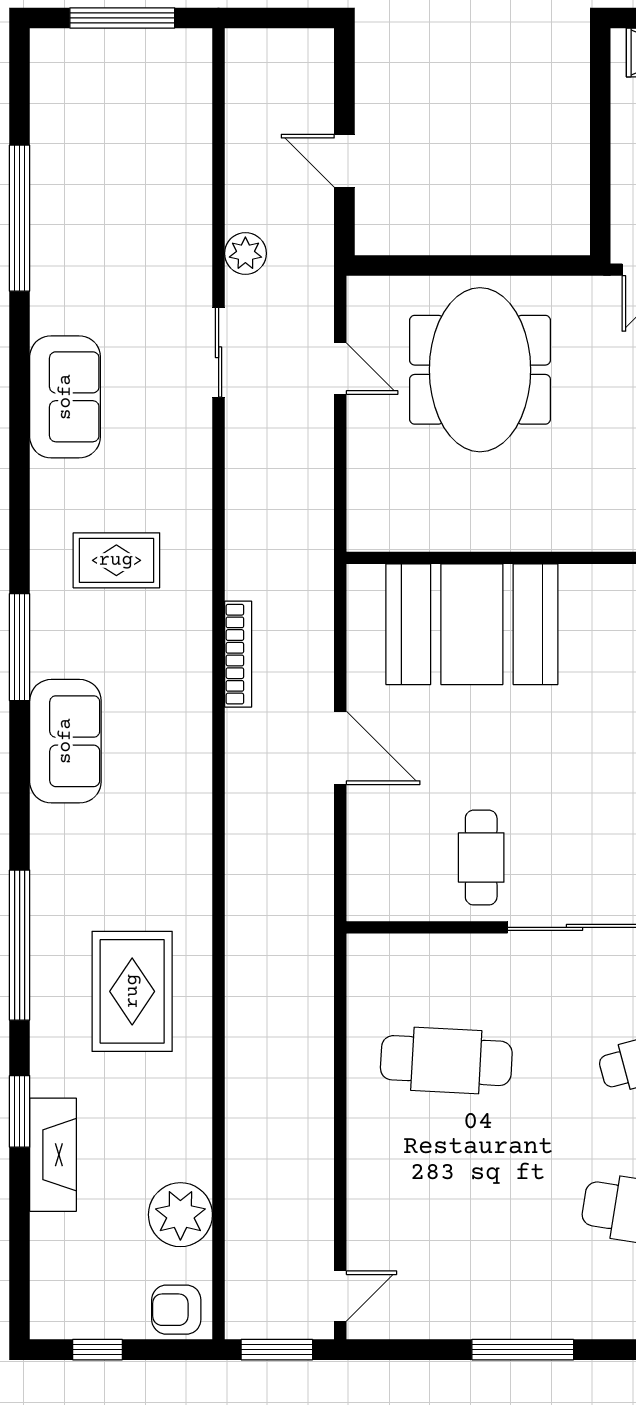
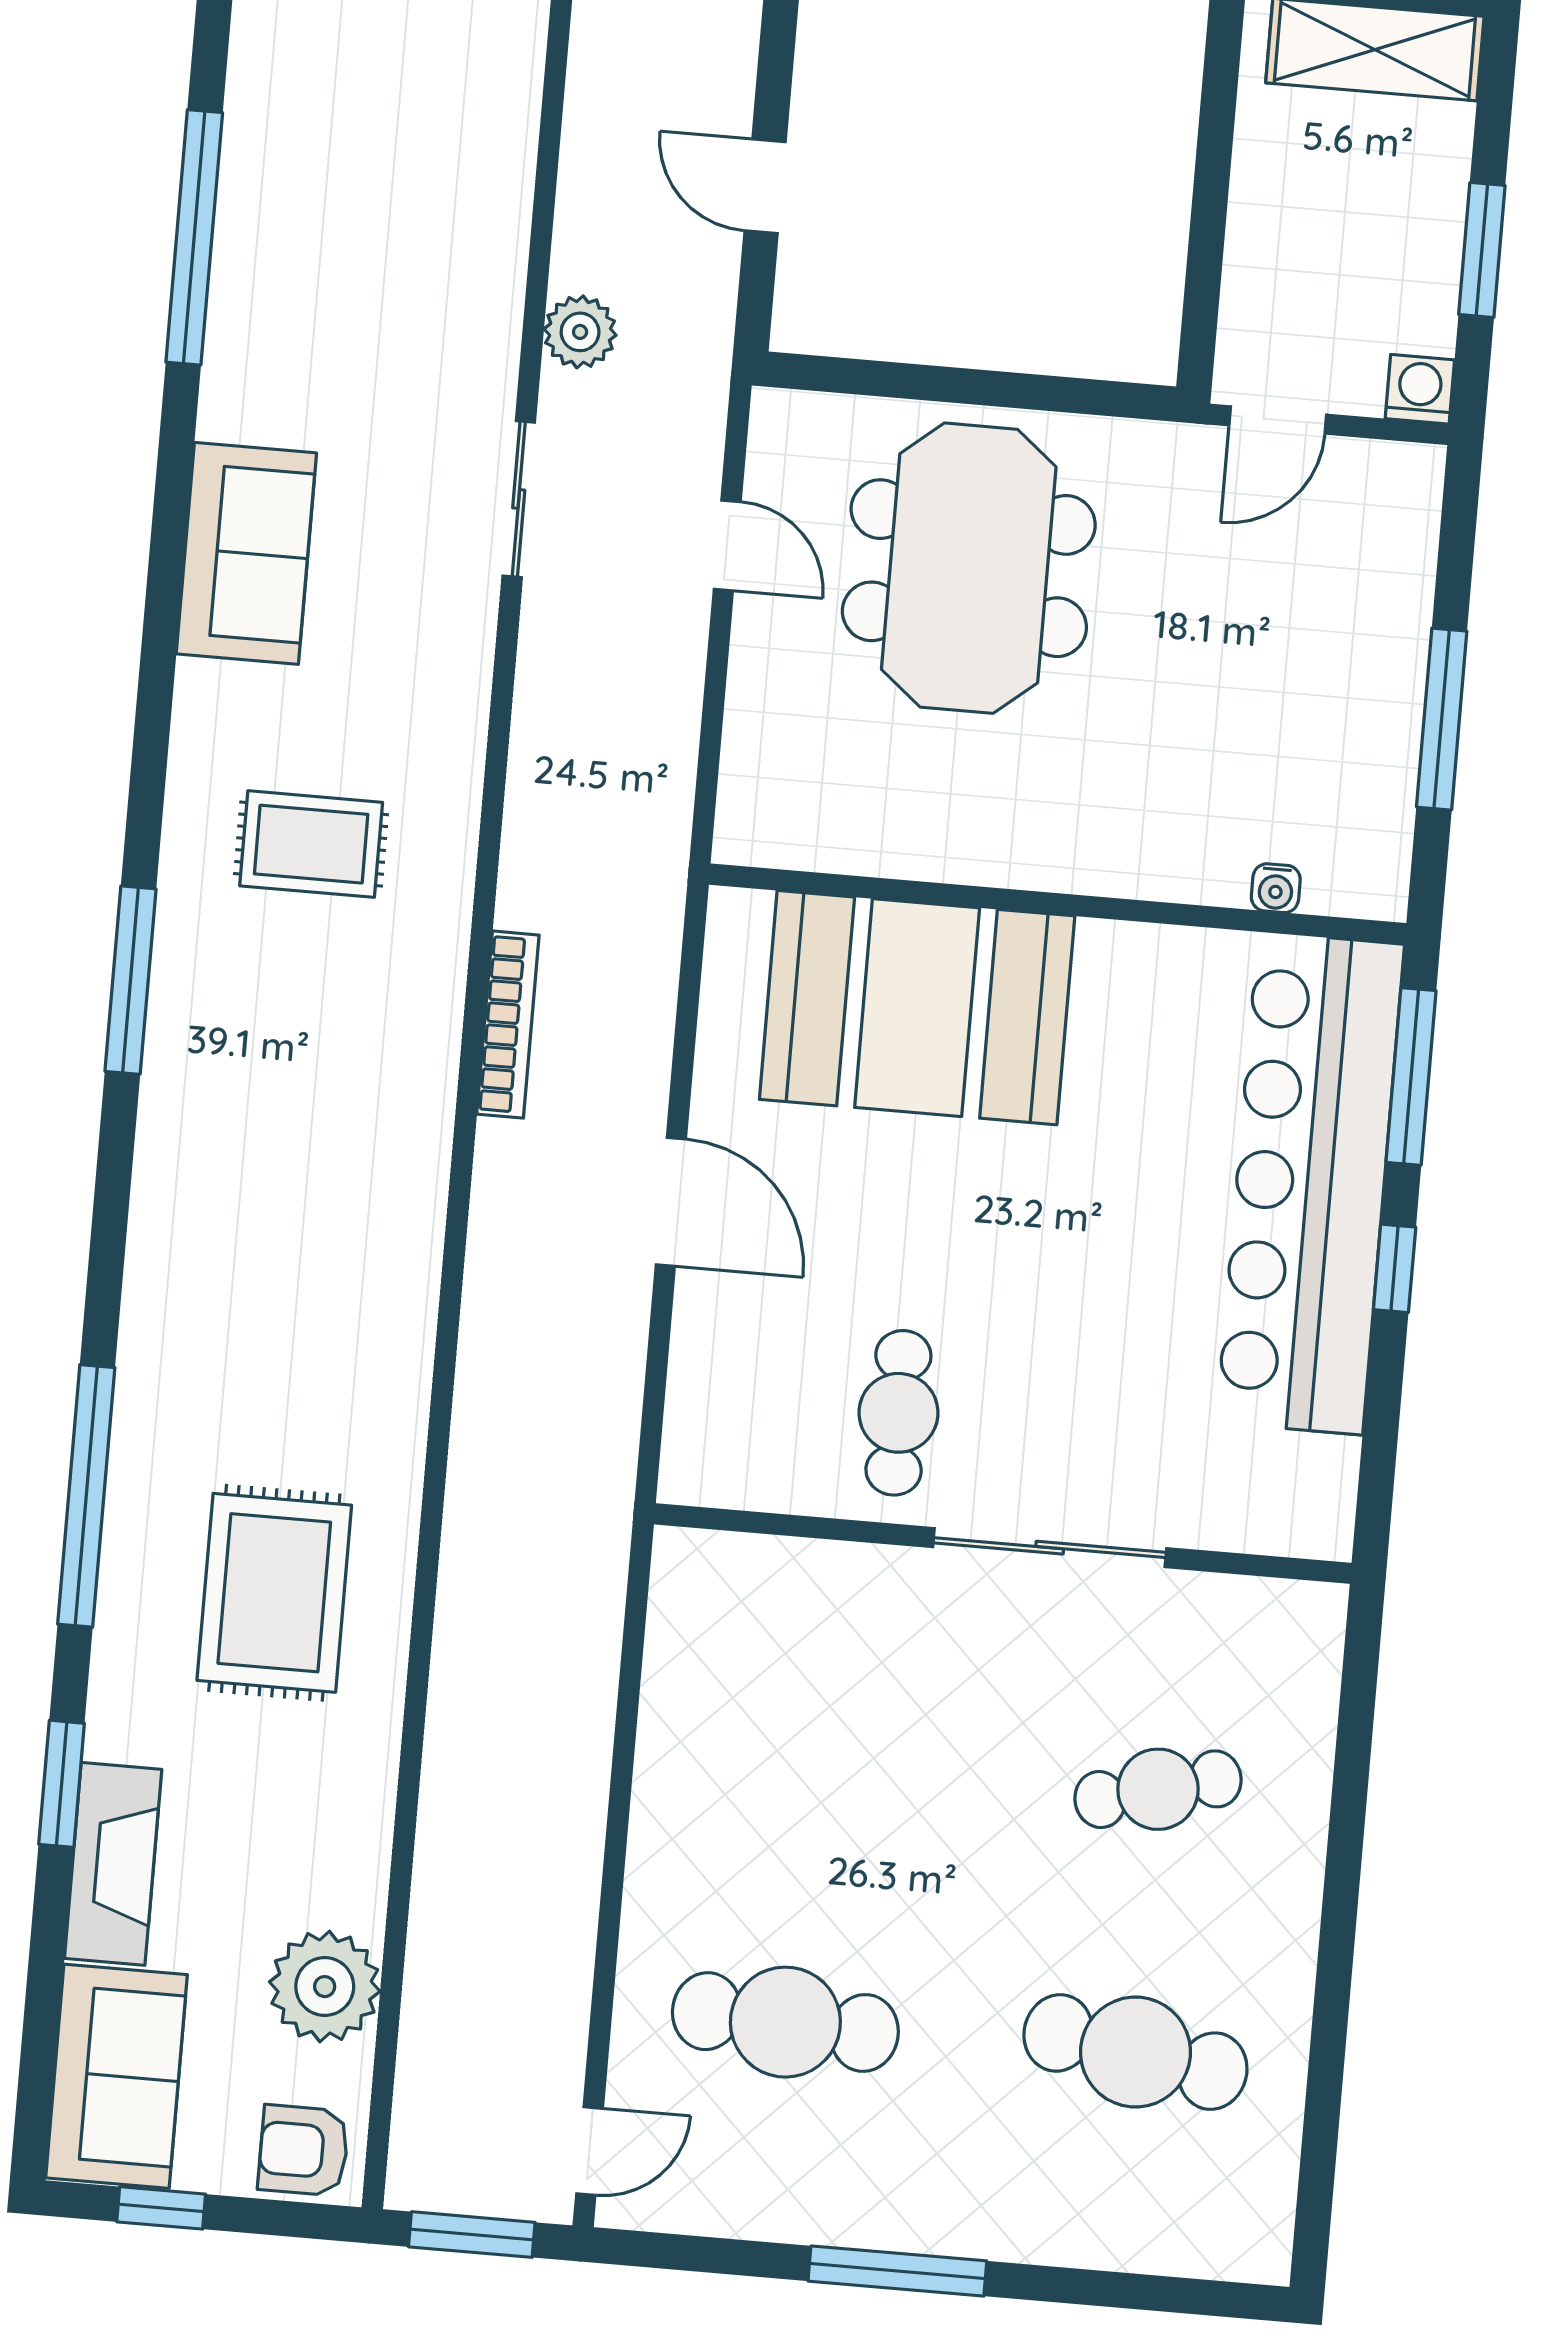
sofa: (65, 741) -> (116, 2076), moved
cafe table: (446, 1061) -> (785, 2022), moved

